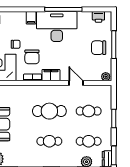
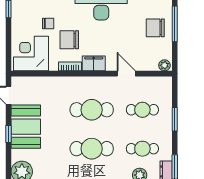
chair: (32, 57) -> (69, 40), turned 90
cafe table: (49, 141) -> (92, 149), width x1.37, depth x1.35

